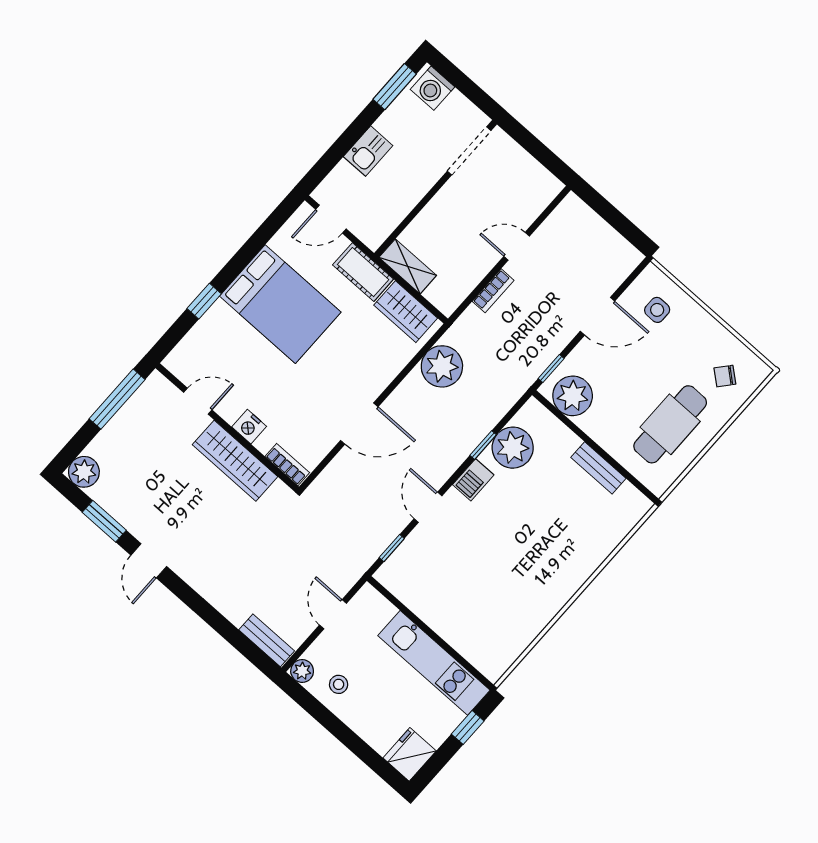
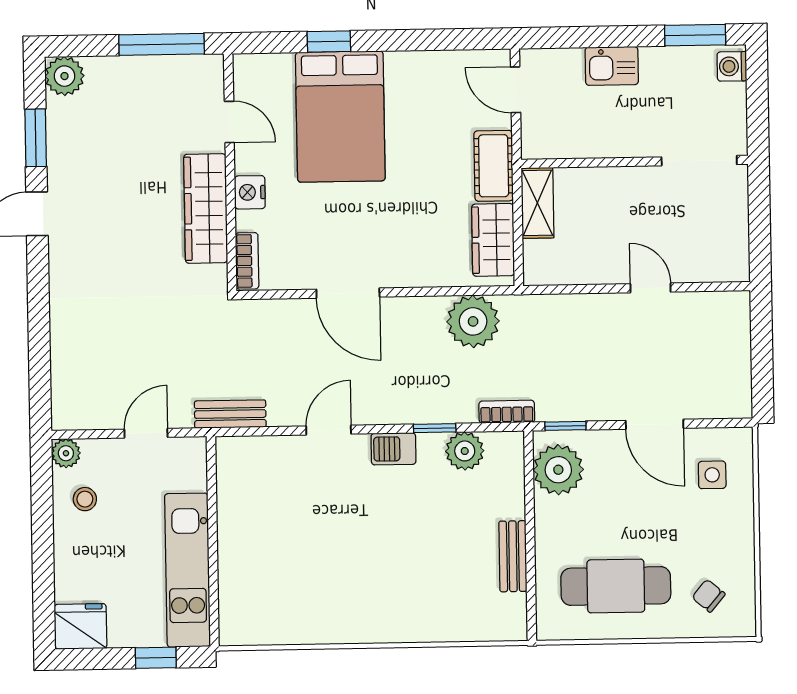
washing machine: (432, 88) -> (732, 66), width x0.73, depth x0.73
bookcase: (493, 291) -> (507, 412), moved, turned 180
bed: (280, 304) -> (340, 117), moved
plant: (513, 448) -> (465, 451), width x0.73, depth x0.73
window: (392, 548) -> (259, 431), removed
bench: (267, 640) -> (230, 414), moved, turned 90

